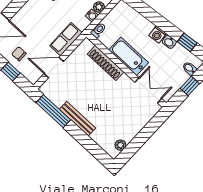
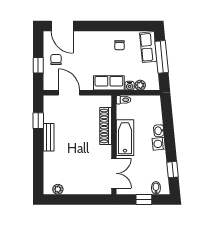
row of seats: (66, 39) -> (109, 83), moved
washbasin: (169, 42) -> (159, 131), moved
window: (53, 111) -> (38, 121), width x0.46
bench: (77, 119) -> (49, 137), width x0.73

